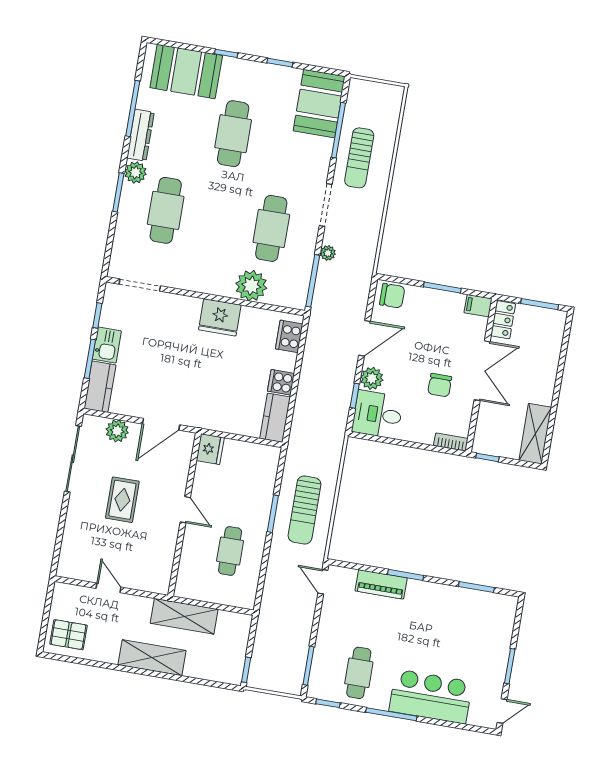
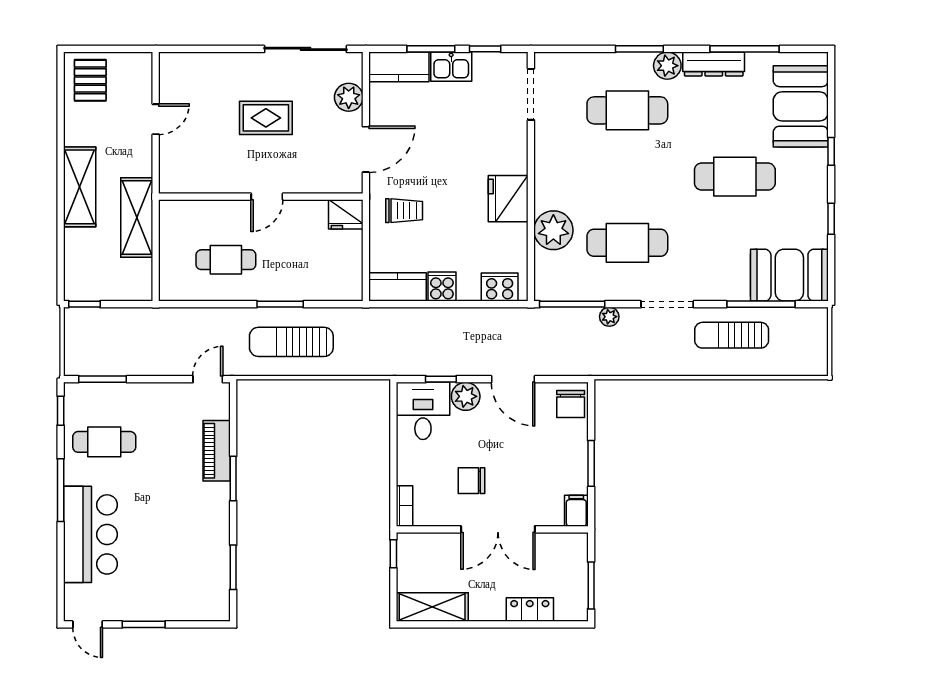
locker: (503, 320) -> (530, 610), moved, turned 180
trolley: (215, 402) -> (404, 211), added
door: (161, 424) -> (366, 149), swing flipped

